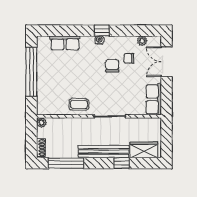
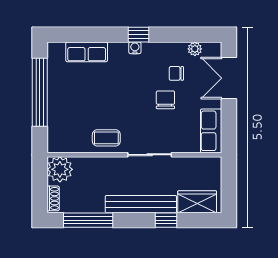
chair: (112, 66) -> (165, 100), moved
plant: (41, 123) -> (60, 169), width x1.88, depth x1.88

